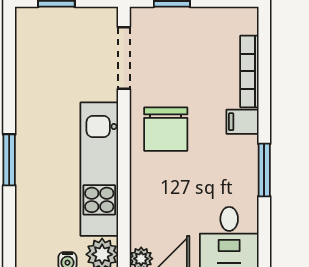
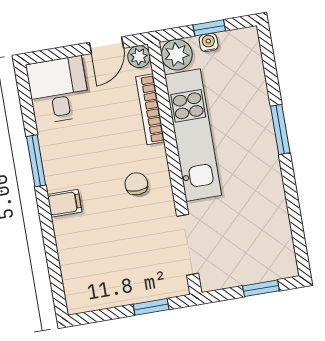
bookcase: (249, 71) -> (150, 109), moved, turned 180
chair: (166, 129) -> (136, 184), width x0.54, depth x0.54

